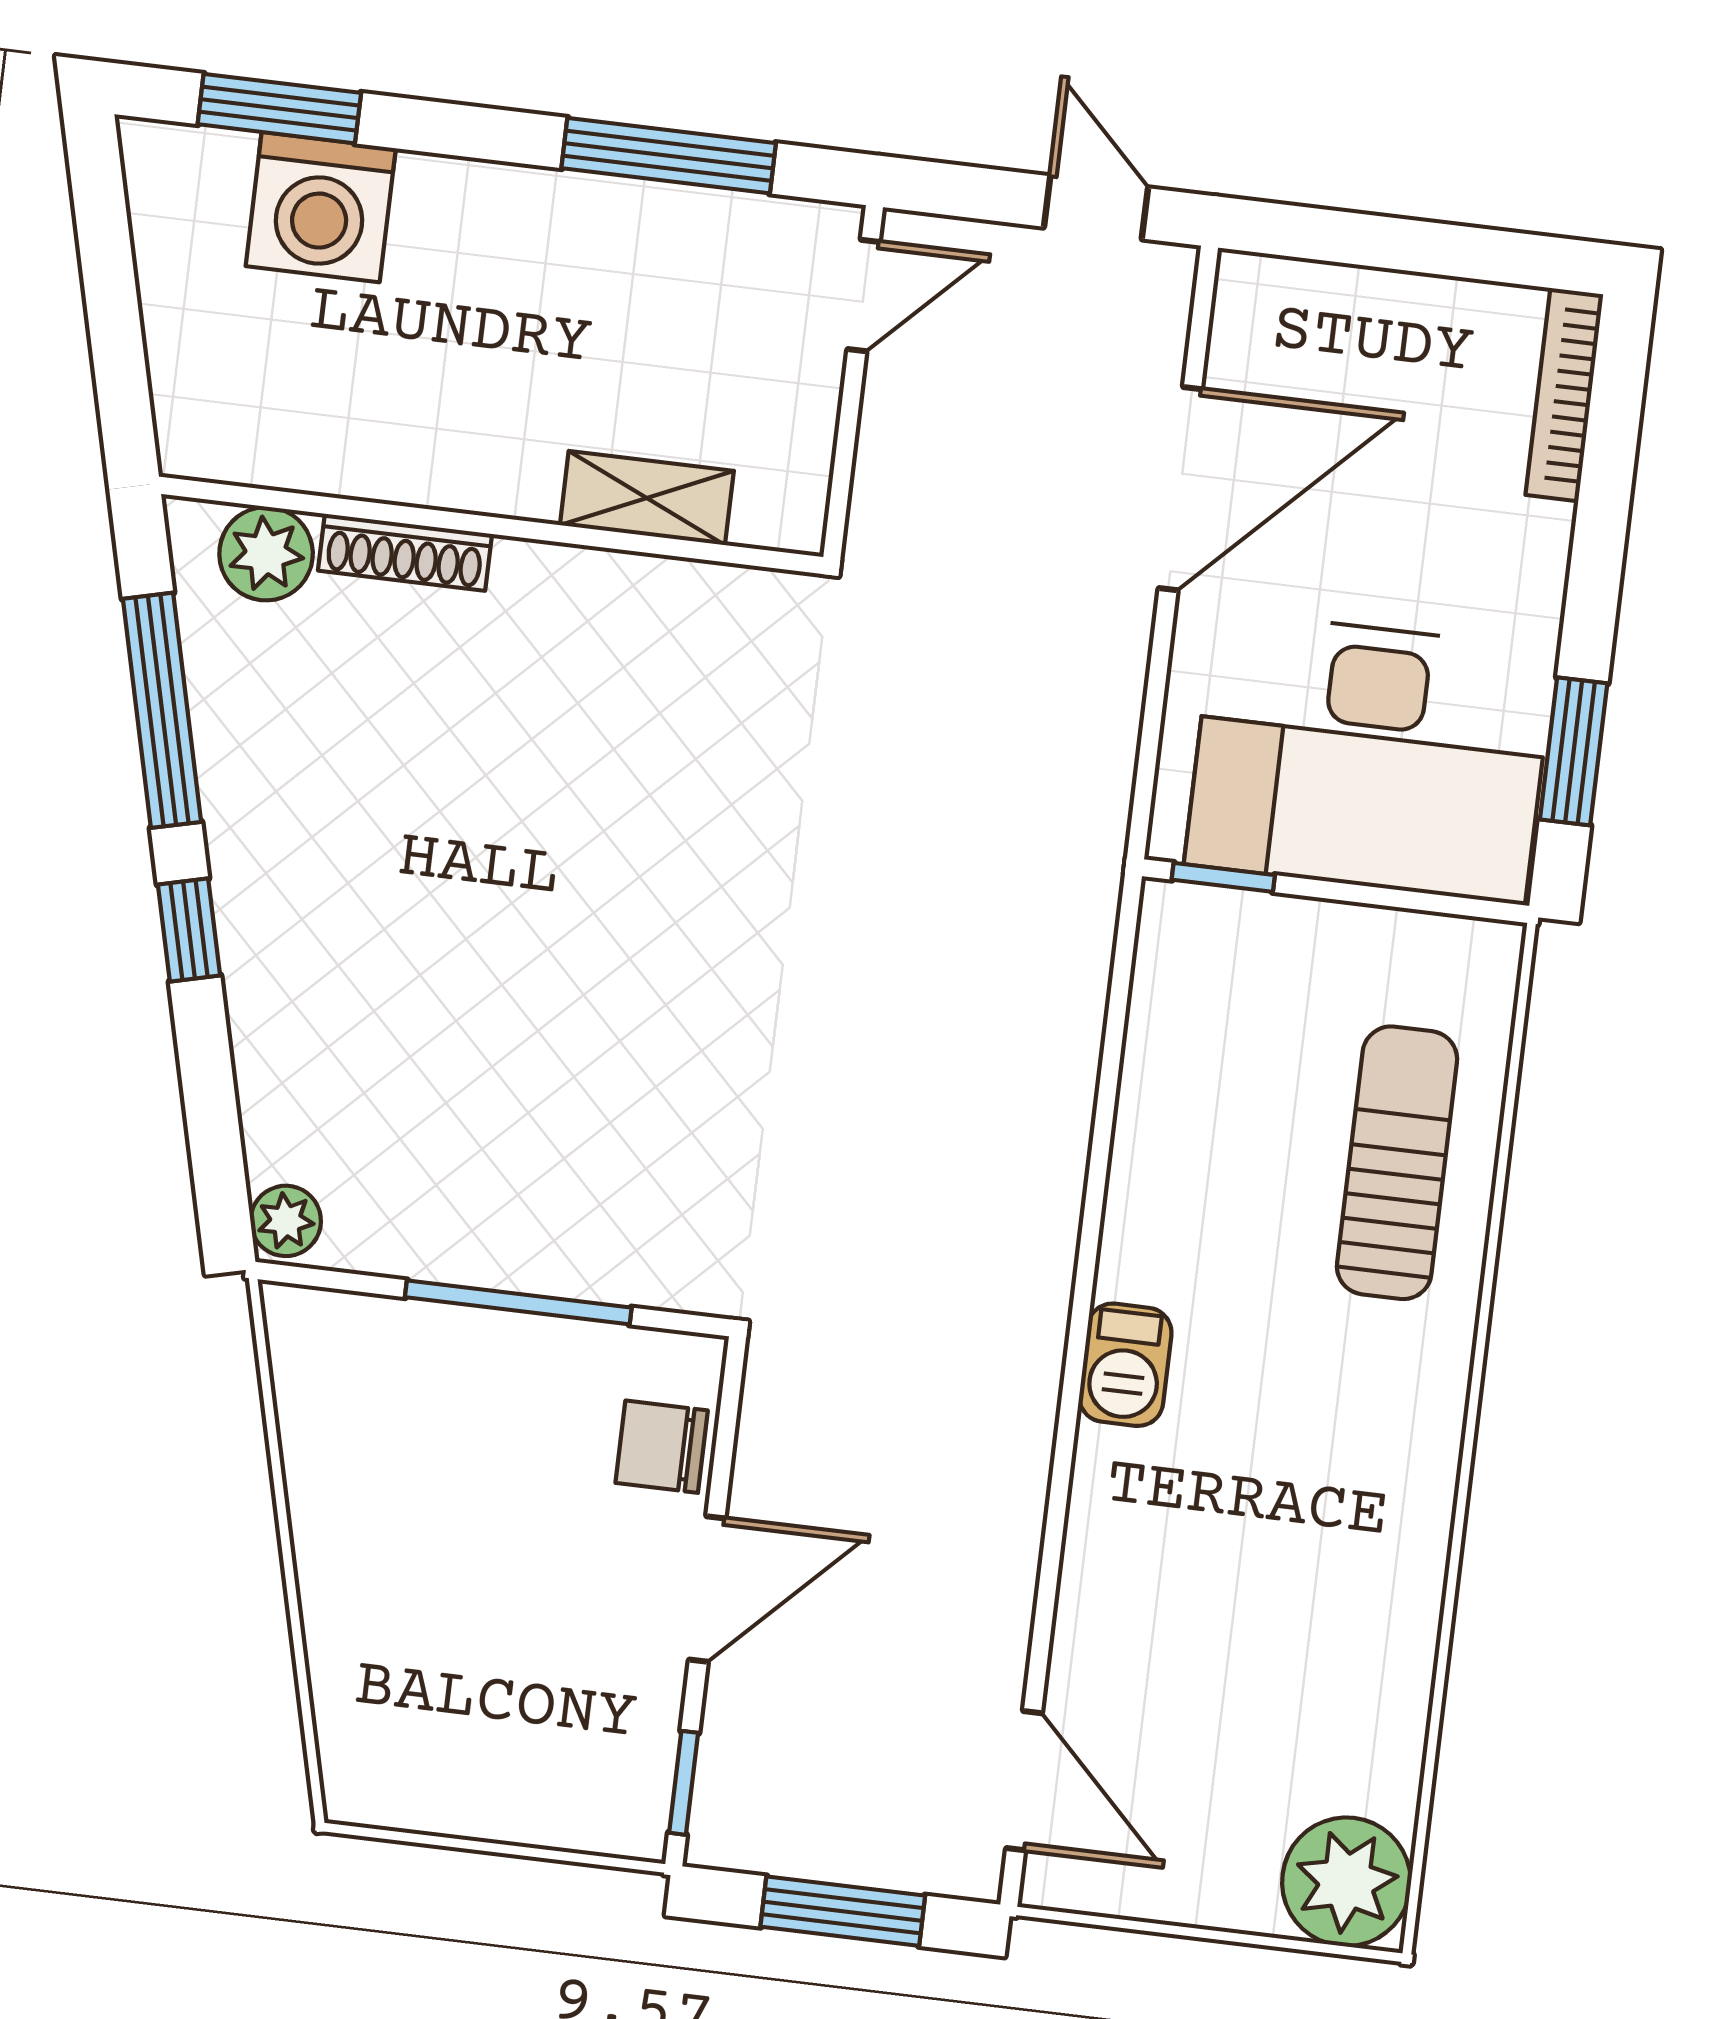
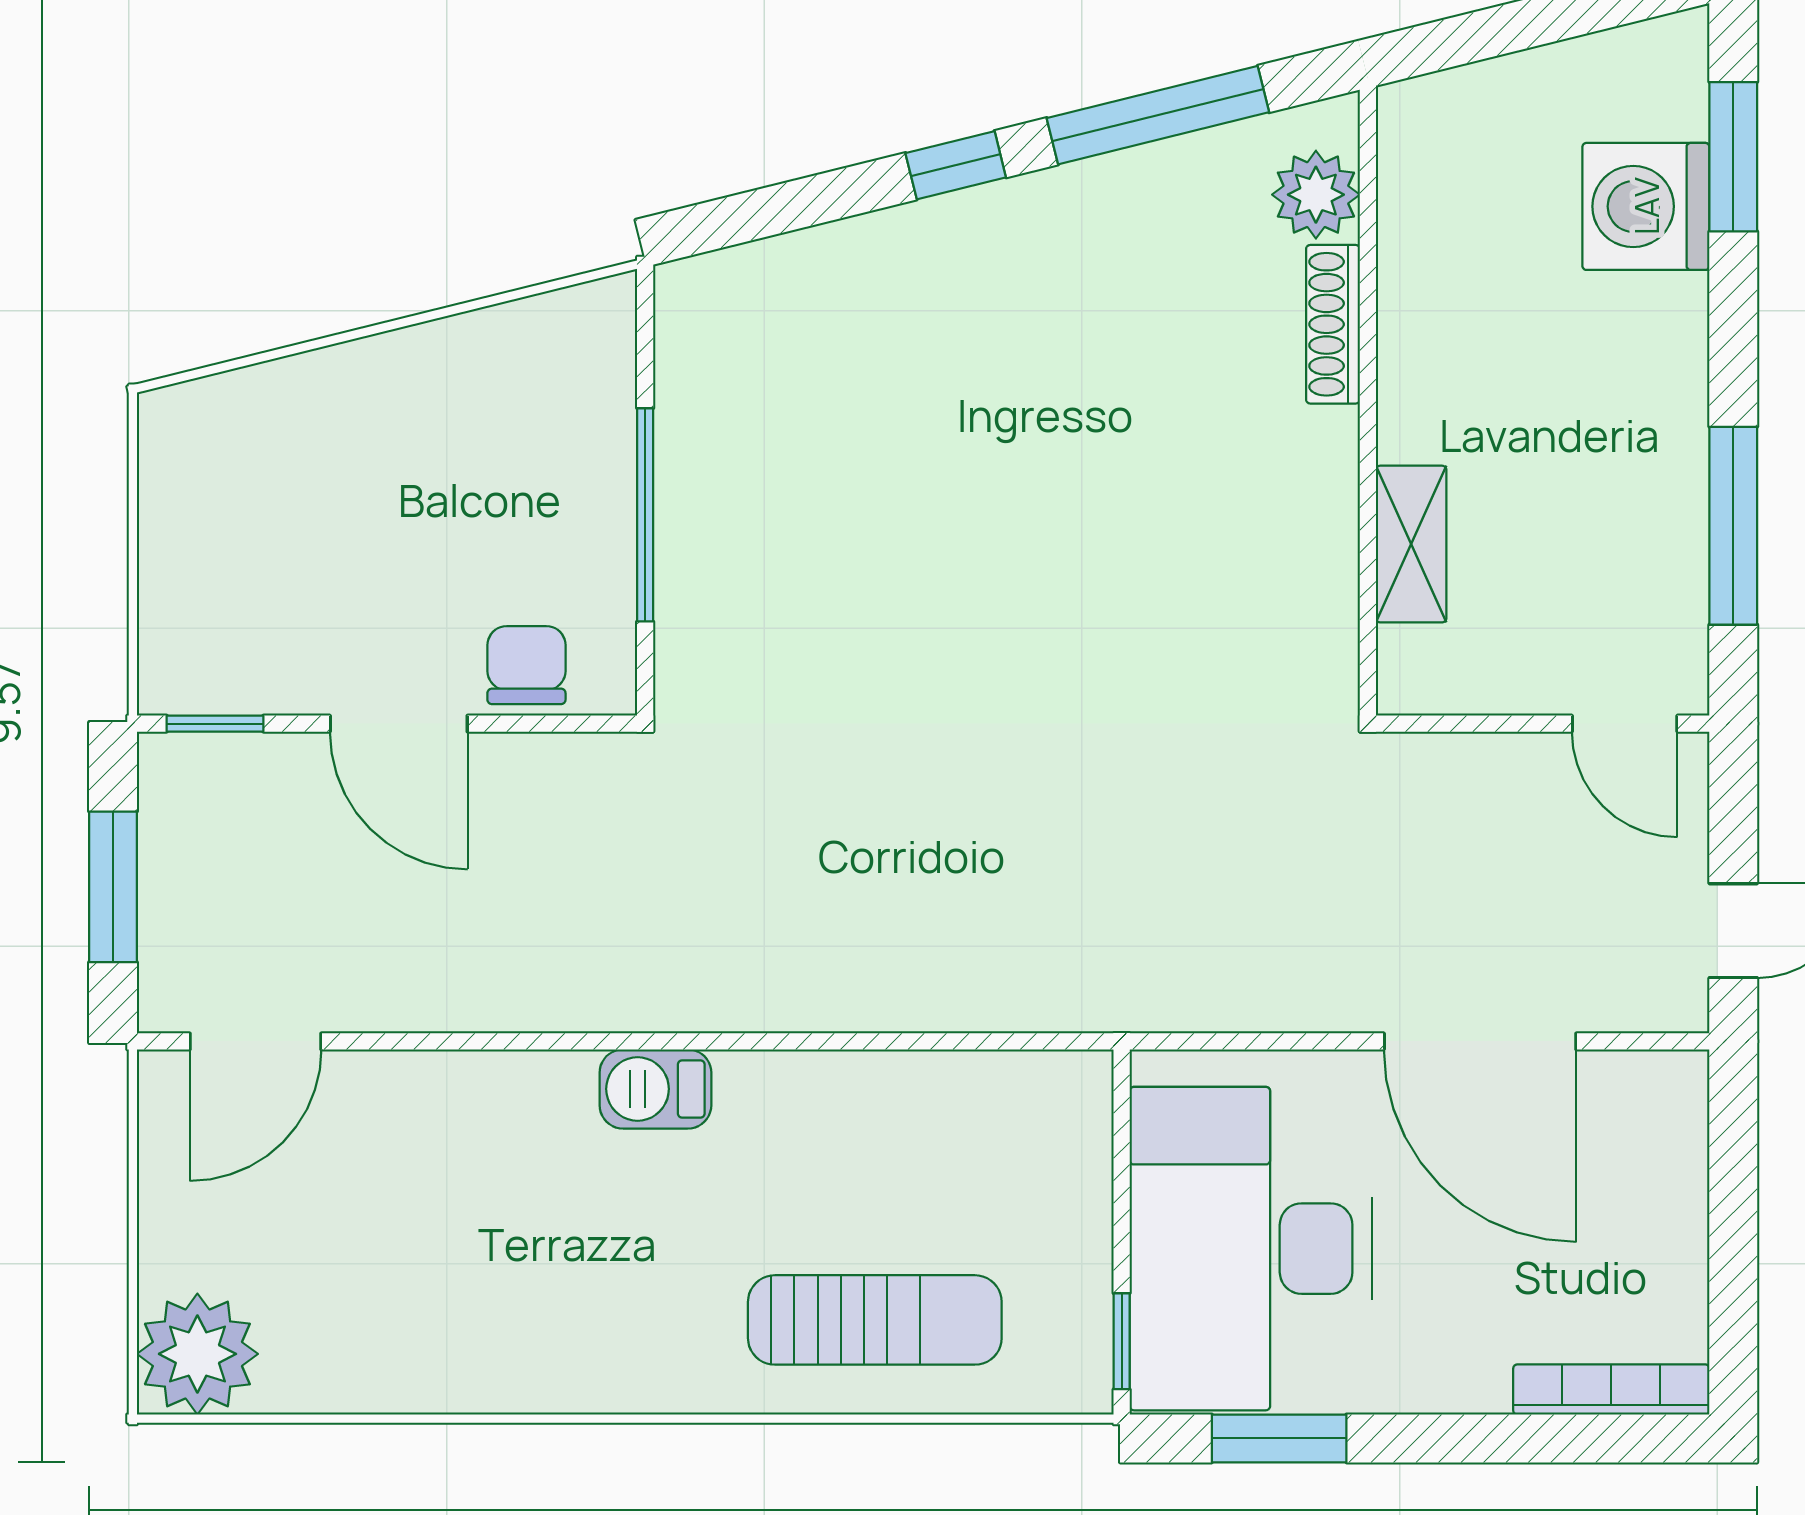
window: (1223, 877) -> (1122, 1341), moved
plant: (286, 1221) -> (695, 288), removed

